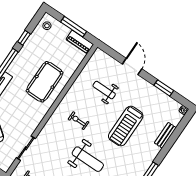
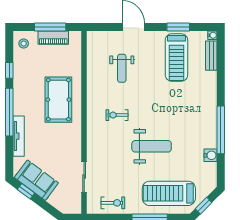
piano: (80, 42) -> (53, 38), moved
weight bench: (104, 90) -> (122, 68), turned -90
treadmill: (126, 126) -> (176, 58), moved
bench: (165, 135) -> (211, 56), moved

